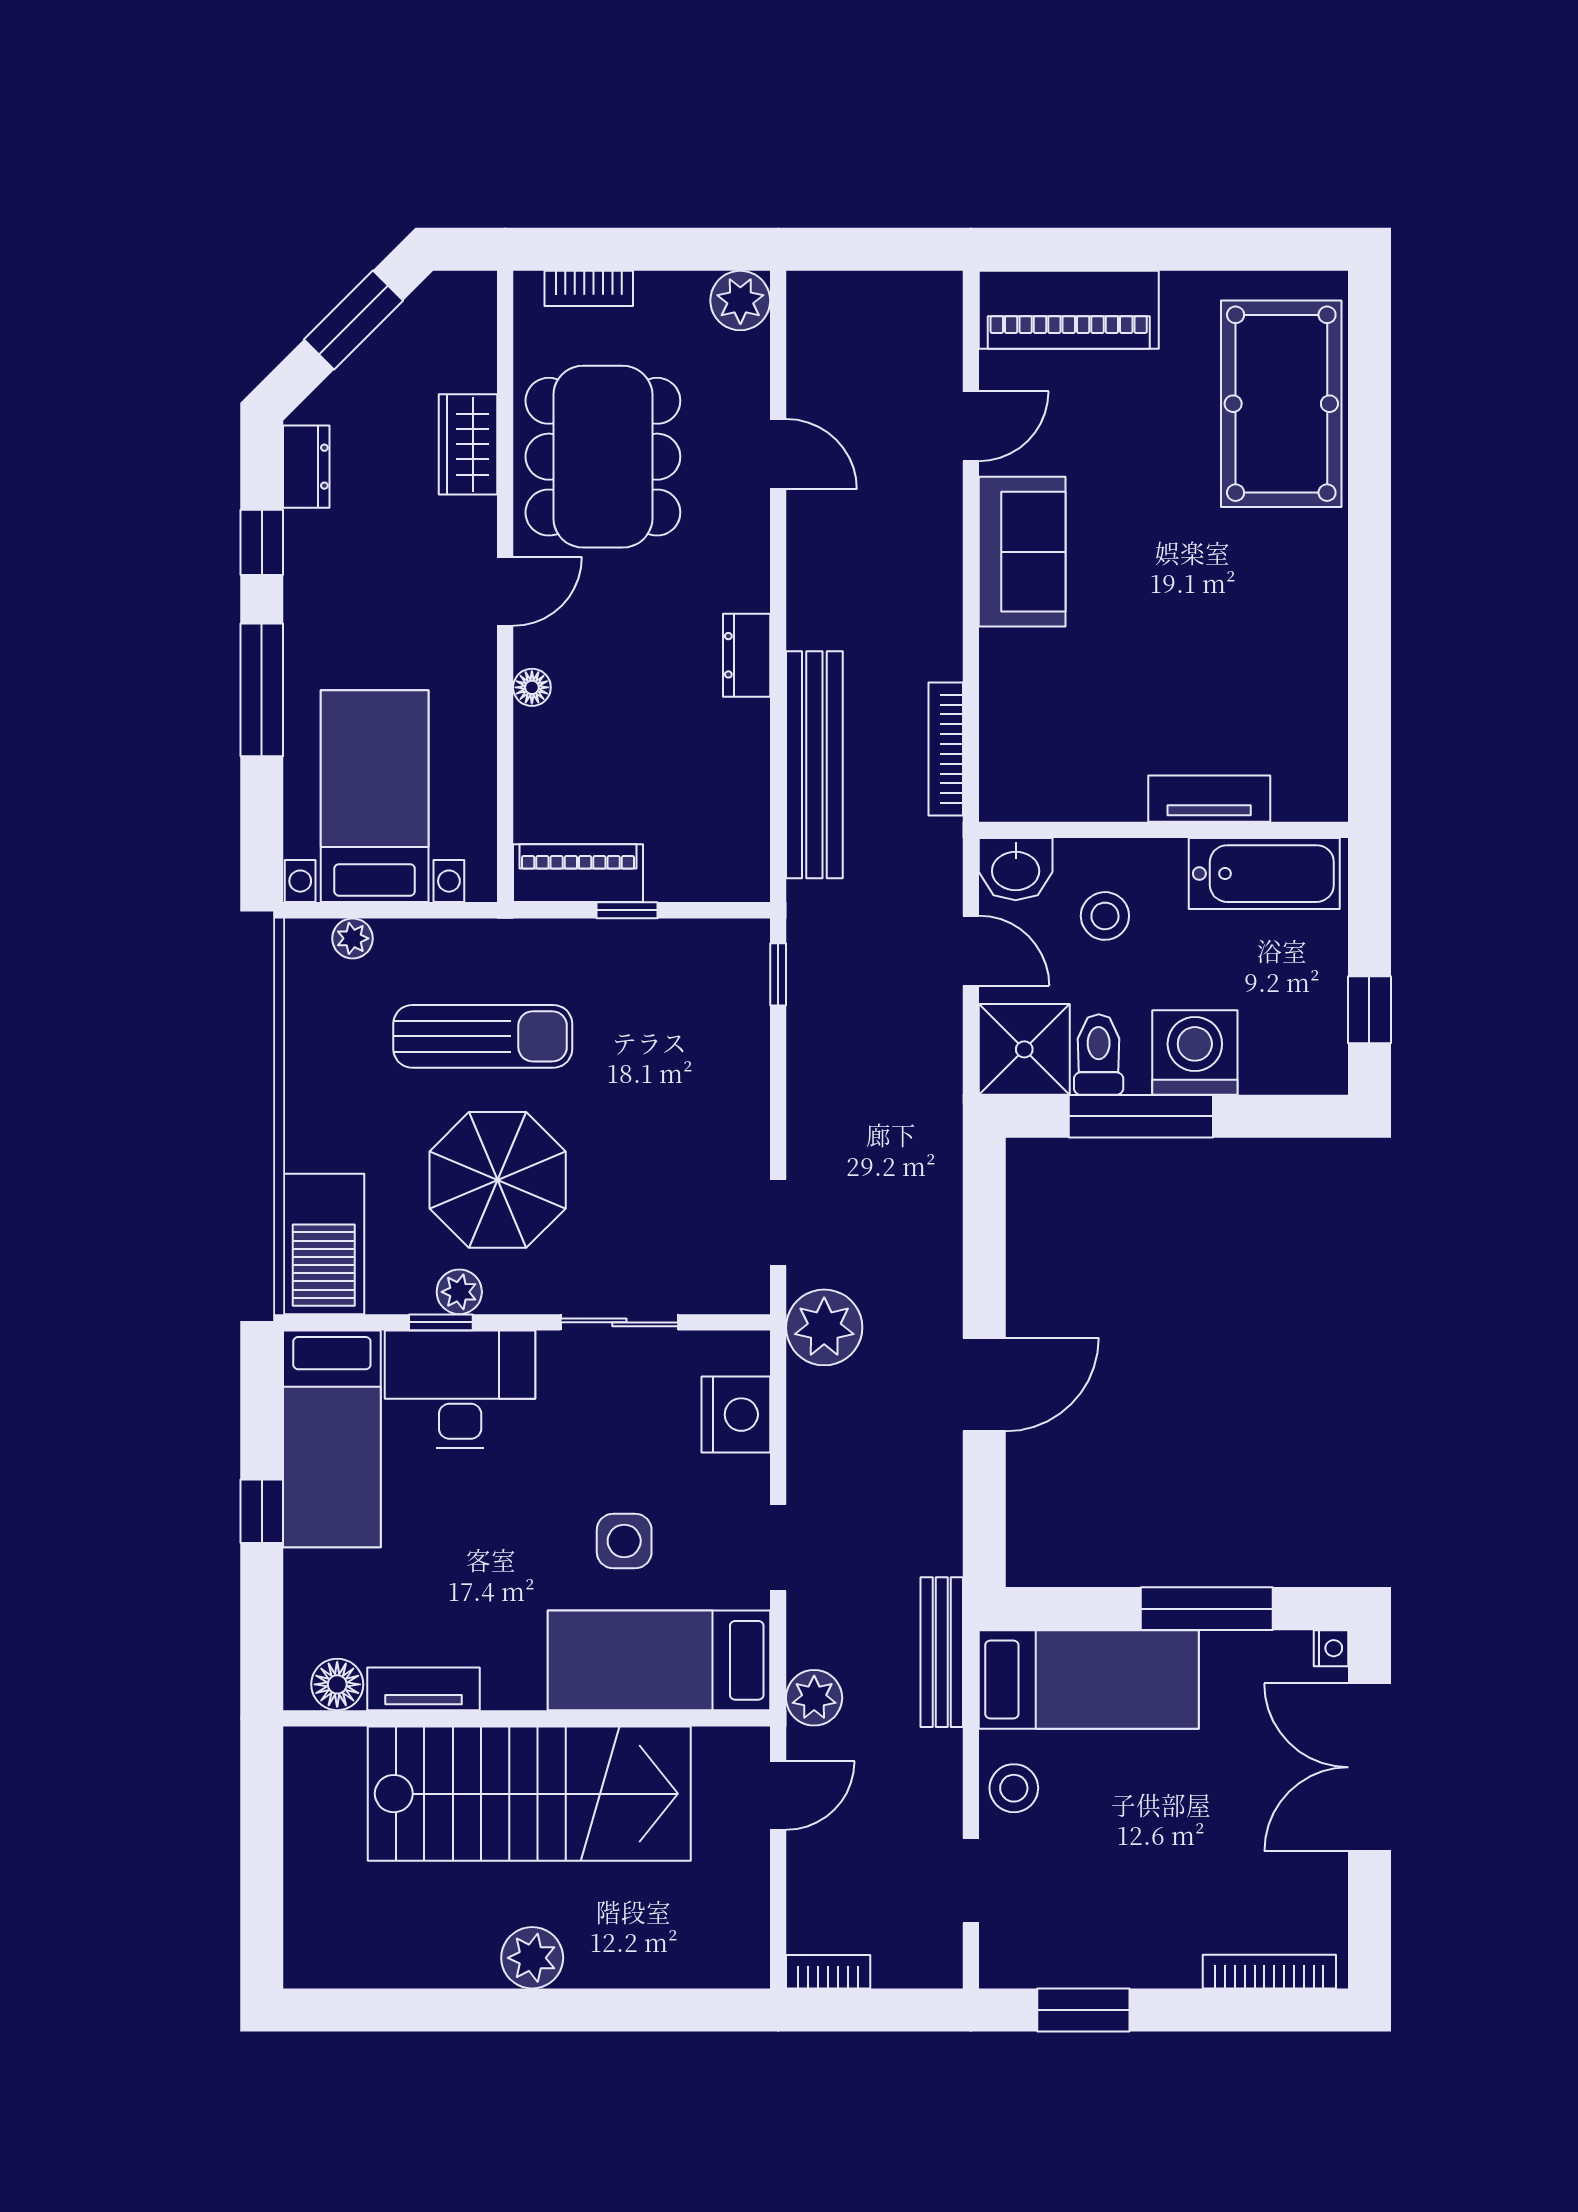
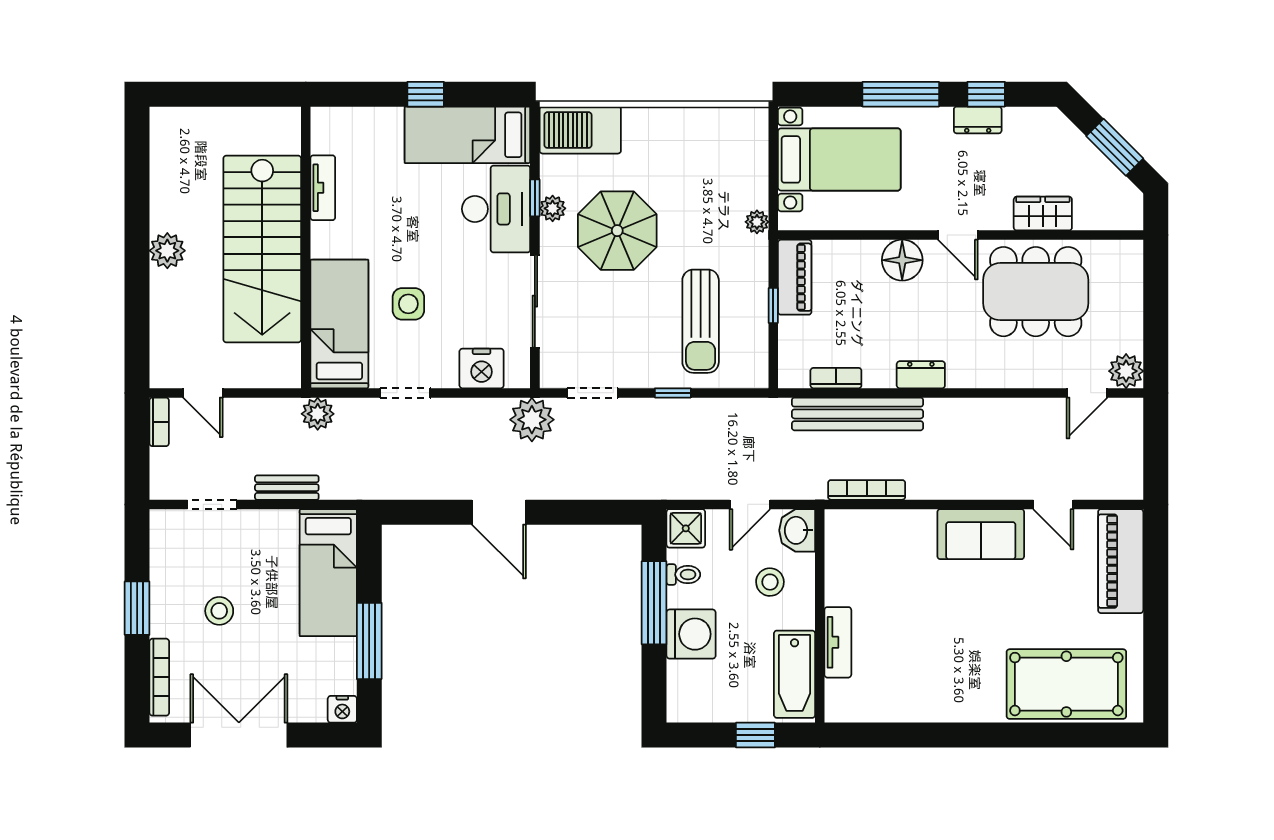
bookcase: (589, 288) -> (836, 378), moved, turned 90
door: (778, 454) -> (1087, 393), moved
dresser: (306, 467) -> (978, 120), moved
floor lamp: (532, 687) -> (902, 260), width x1.89, depth x1.89
plant: (353, 938) -> (757, 222), moved
window: (778, 974) -> (673, 393), moved
window: (1369, 1010) -> (755, 735), moved
sun lounger: (483, 1036) -> (701, 321), moved
shower: (1024, 1049) -> (686, 528), width x0.73, depth x0.73
toilet: (1099, 1054) -> (683, 575), width x0.73, depth x0.72
sliding door: (619, 1322) -> (535, 301), width x1.37
nightstand: (1331, 1648) -> (342, 709), width x1.39, depth x1.35
bench: (942, 1652) -> (287, 488), moved, width x0.73
floor lamp: (337, 1684) -> (325, 138), removed
double door: (1369, 1767) -> (239, 735), moved
stool: (1014, 1788) -> (219, 611), moved
door: (778, 1796) -> (203, 393), moved
window: (1083, 2010) -> (137, 608), moved

